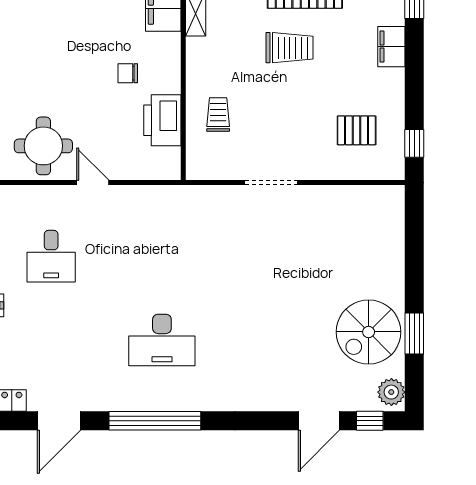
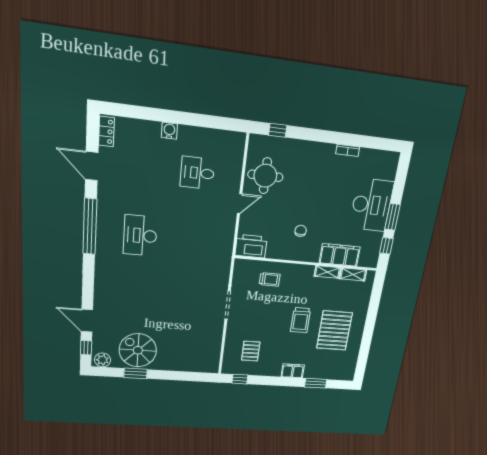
printer: (162, 120) -> (251, 246), moved

